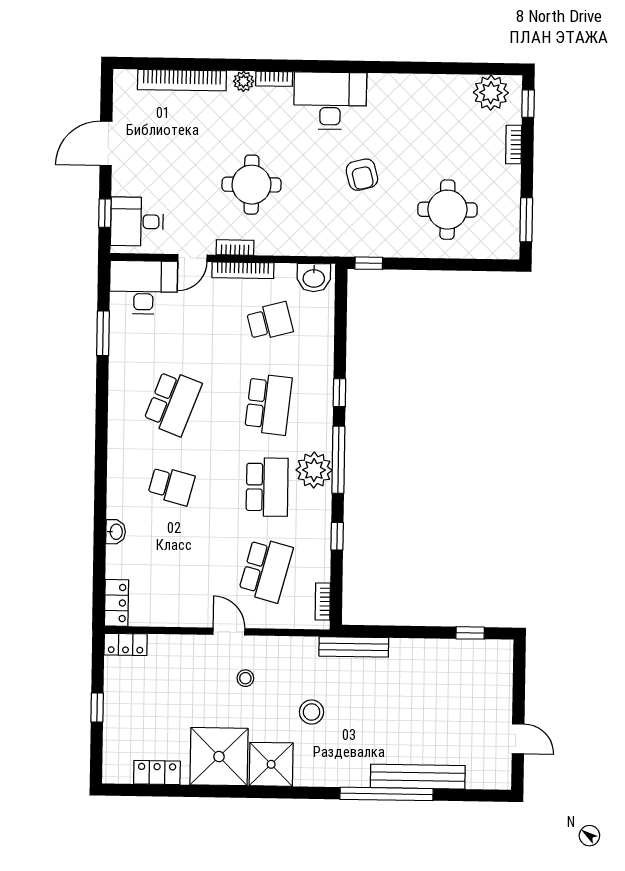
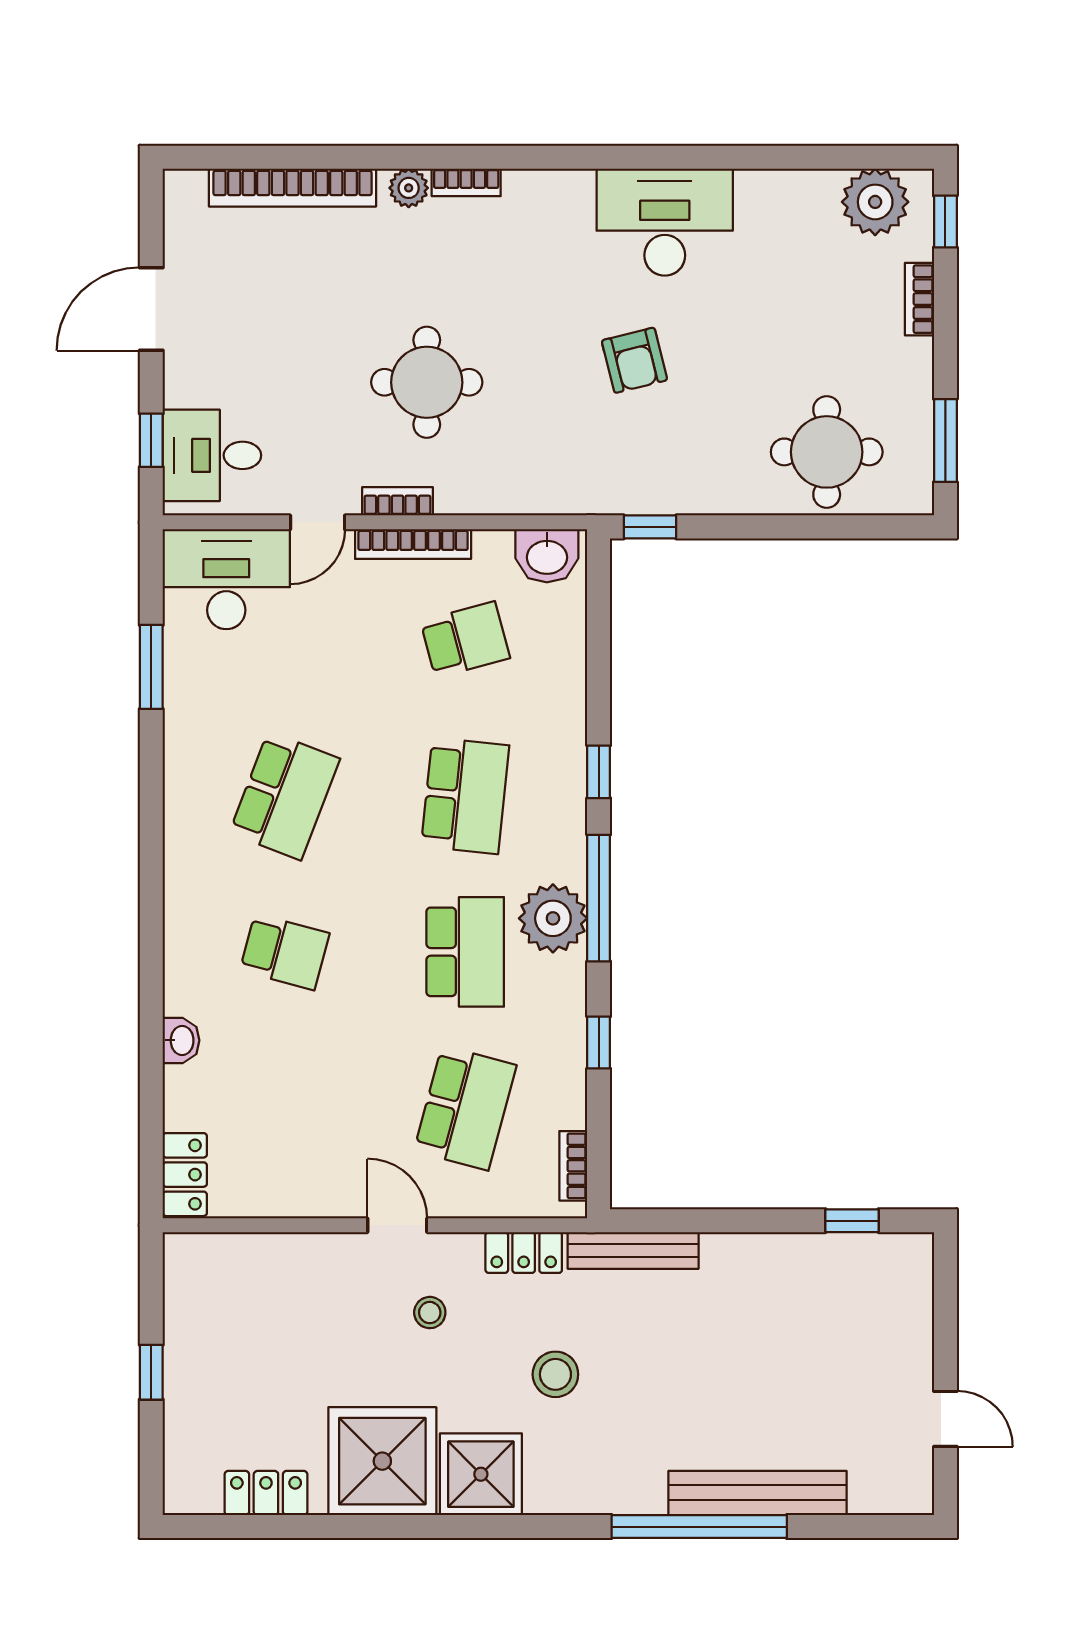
desk: (330, 101) -> (665, 222), moved
round table: (447, 210) -> (827, 452), moved
locker: (126, 644) -> (524, 1253), moved

